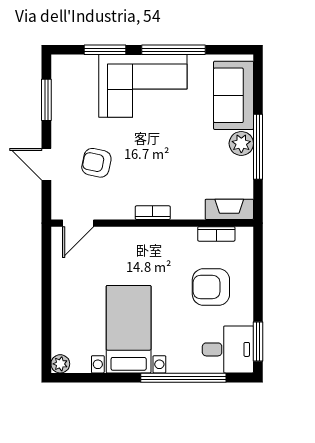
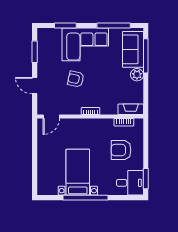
window: (173, 50) -> (114, 25), moved
window: (258, 147) -> (146, 56), moved
armchair: (96, 163) -> (76, 79), moved
plant: (60, 364) -> (42, 190), removed
window: (183, 378) -> (86, 198), moved

